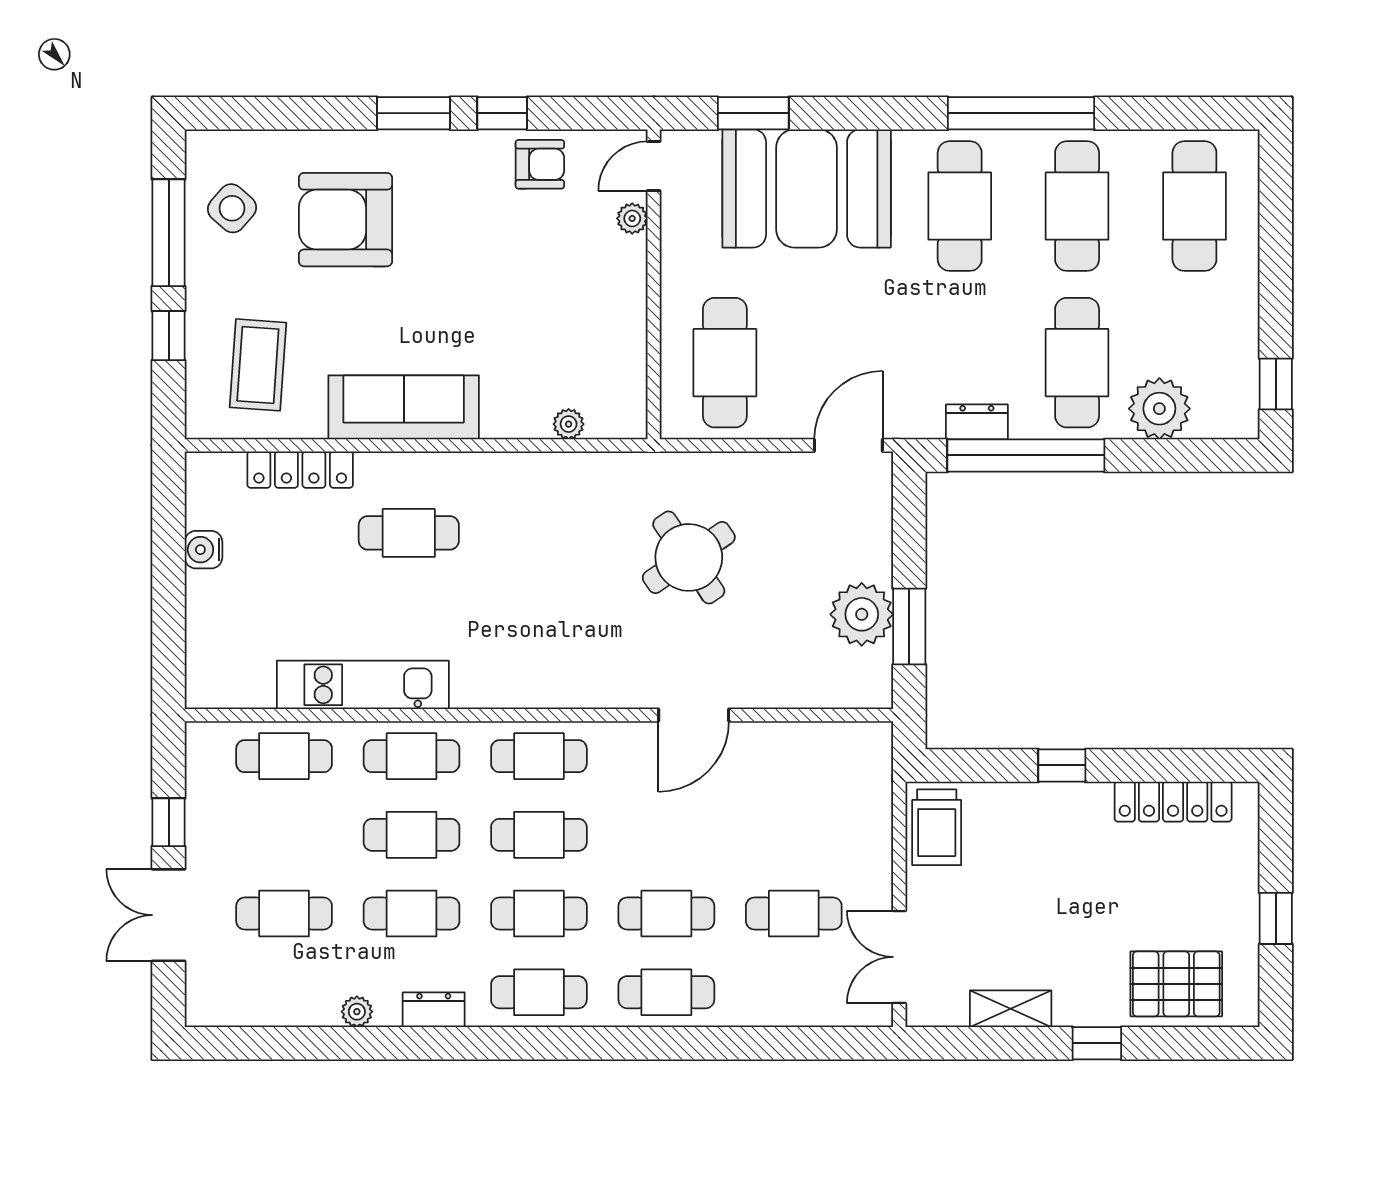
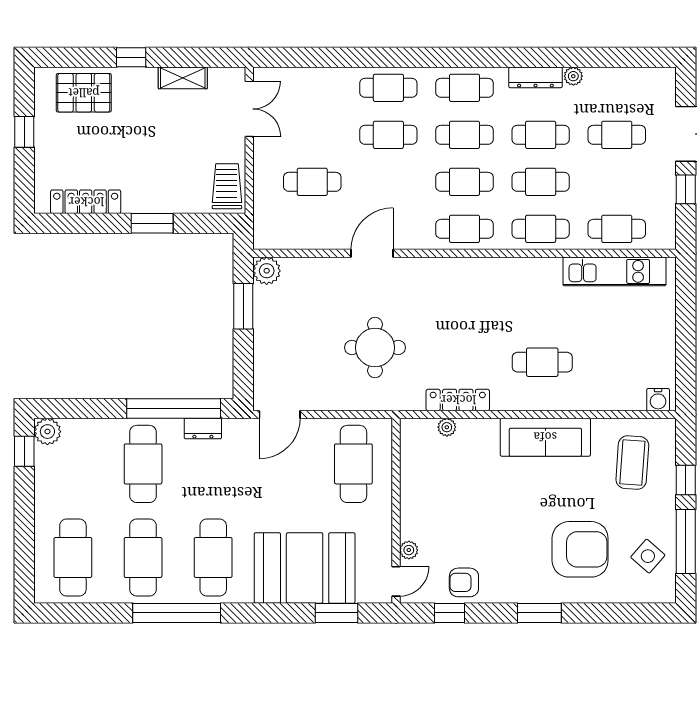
window: (502, 113) -> (450, 613), moved
plant: (1159, 409) -> (47, 432), moved, width x0.73, depth x0.73
locker: (300, 470) -> (458, 400), moved
water cooler: (203, 550) -> (658, 400), moved, turned 90
round table: (689, 557) -> (375, 348), turned 34
plant: (862, 614) -> (267, 271), moved, width x0.73, depth x0.73
kitchen unit: (363, 685) -> (614, 271), moved
window: (1062, 765) -> (152, 223), width x1.50
cafe table: (794, 914) -> (312, 182), moved
dresser: (434, 1010) -> (535, 77), width x1.44

